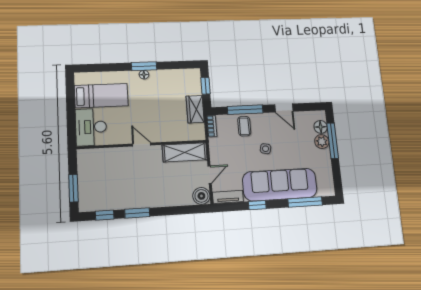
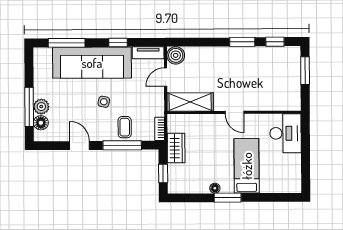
floor lamp: (144, 75) -> (215, 188), moved
bed: (101, 96) -> (247, 166), moved, turned 90

